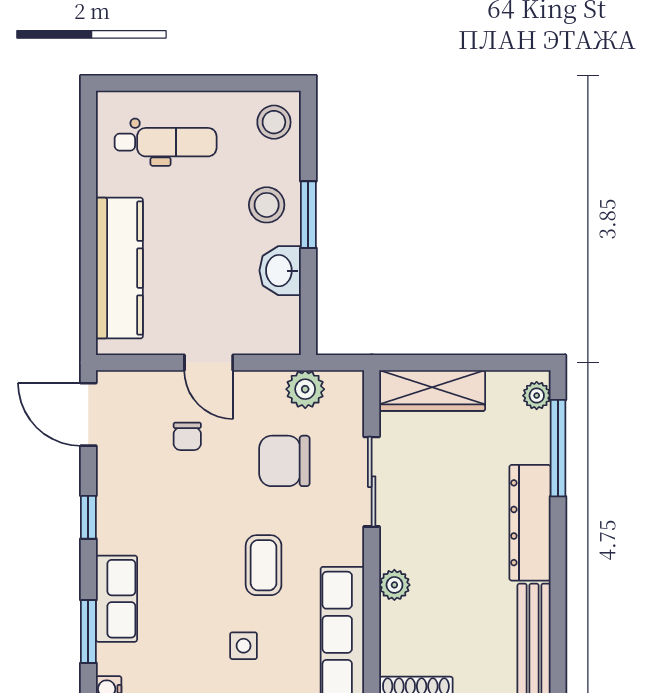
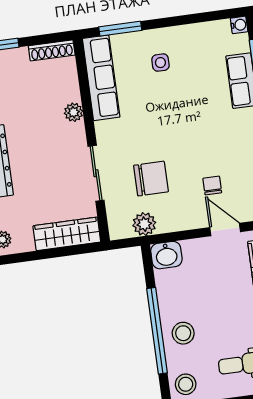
window: (308, 215) -> (157, 331), width x2.11
washbasin: (280, 271) -> (166, 255), moved, turned 90
door: (209, 363) -> (225, 230), moved
coffee table: (264, 565) -> (155, 113), removed

